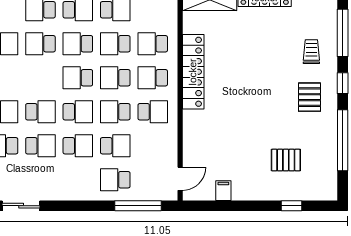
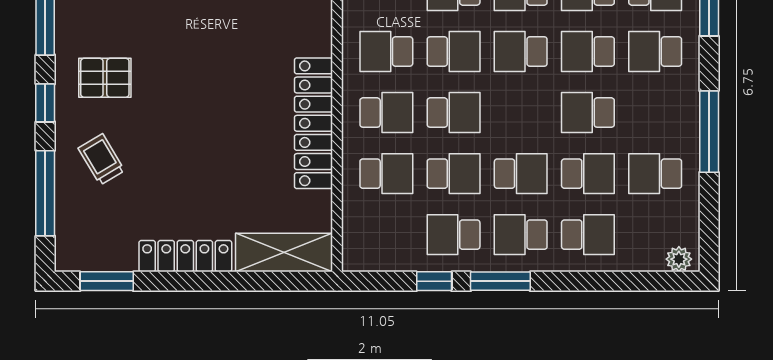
trolley: (311, 52) -> (101, 159), turned 149
school desk: (78, 78) -> (588, 113), moved, turned 180
pallet: (309, 97) -> (105, 78), turned 90

